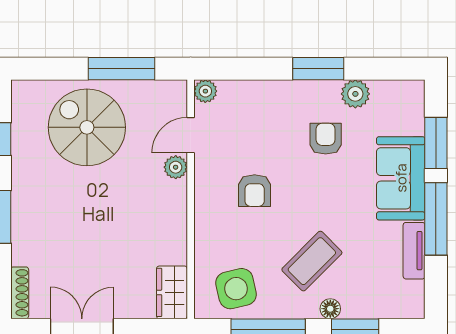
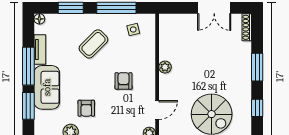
plant: (176, 167) -> (165, 67), moved
side table: (236, 289) -> (133, 29), width x0.54, depth x0.54
wardrobe: (172, 292) -> (167, 28), removed
floor lamp: (330, 309) -> (39, 19), moved

